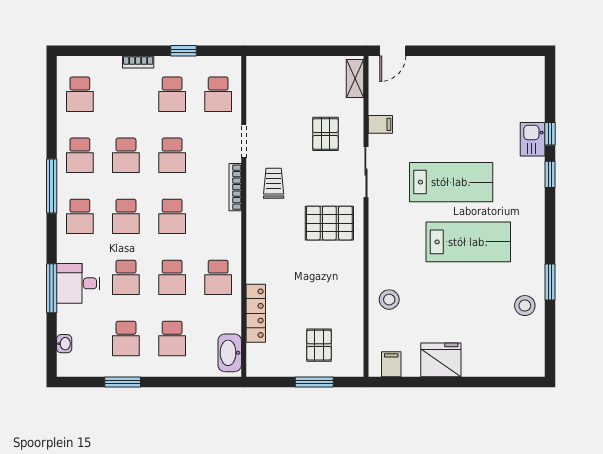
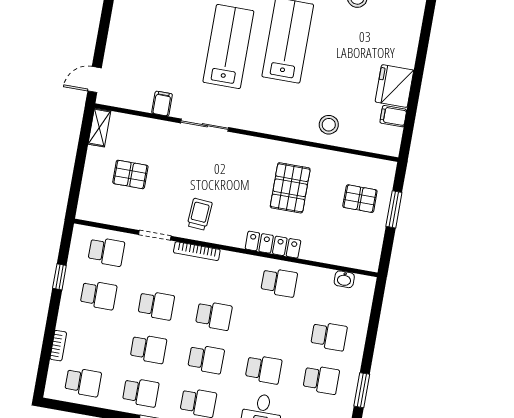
door: (393, 51) -> (95, 80), swing flipped
bookcase: (138, 62) -> (58, 346), moved
shelving: (355, 79) -> (99, 128), moved, turned 90
pallet: (325, 134) -> (130, 174), moved
trolley: (274, 183) -> (200, 214), turned 94
pallet: (329, 223) -> (290, 188), moved
school desk: (172, 277) -> (271, 326), removed
locker: (256, 313) -> (273, 245), moved
washbasin: (230, 353) -> (344, 279), width x0.52, depth x0.69
filing cabinet: (391, 364) -> (393, 116), moved

